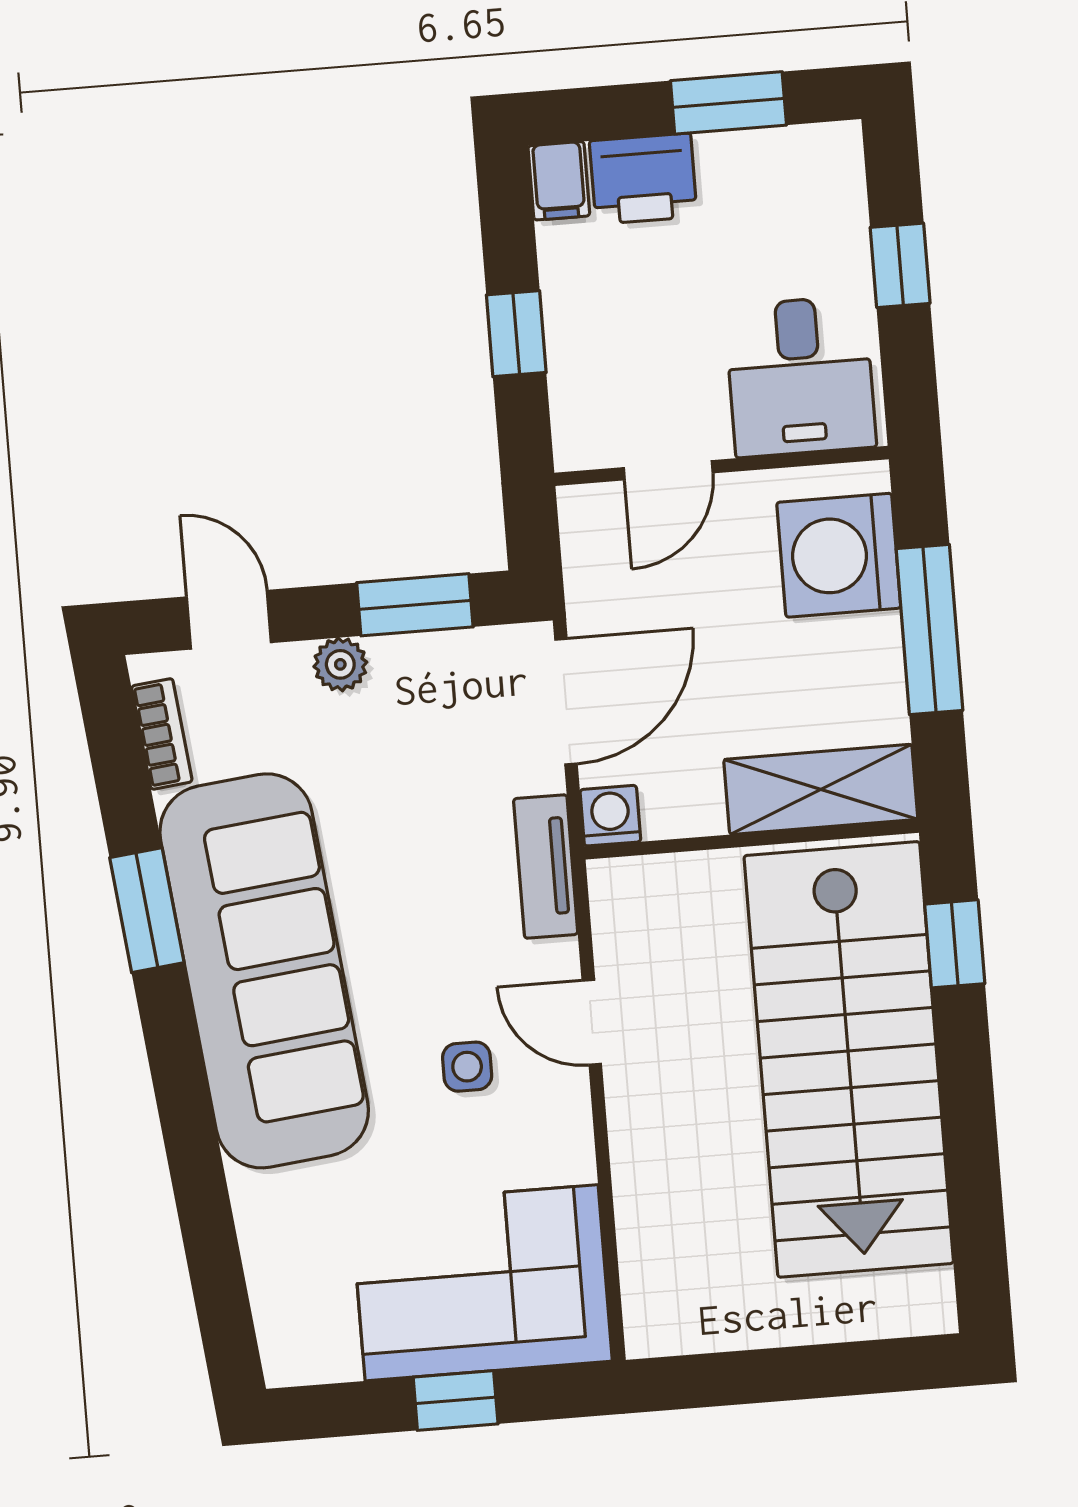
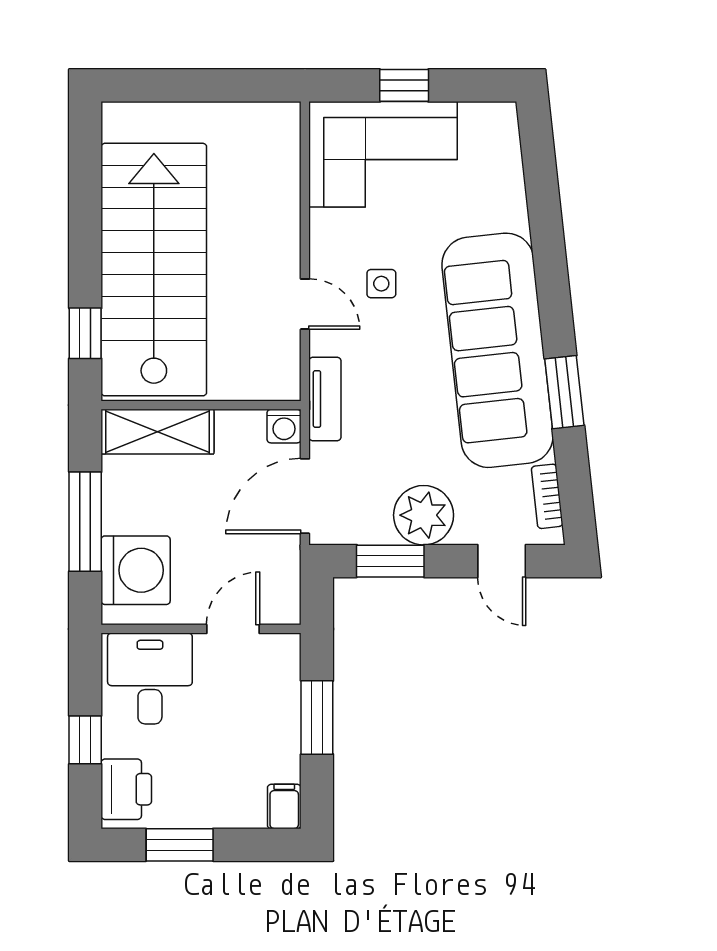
printer: (643, 179) -> (126, 789), moved, turned 90
window: (516, 334) -> (317, 718), width x1.50
plant: (340, 664) -> (424, 515), width x1.88, depth x1.88

